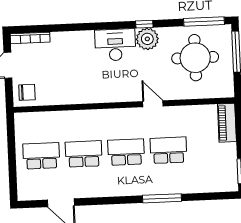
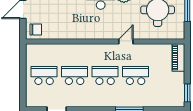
door: (153, 104) -> (126, 42), hinge flipped

